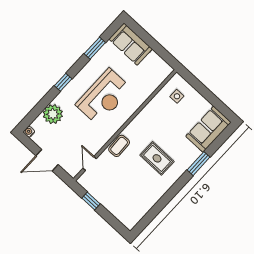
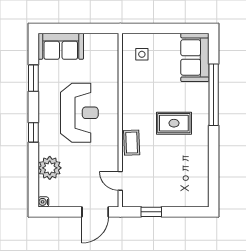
door: (47, 160) -> (95, 212), moved
window: (198, 164) -> (214, 95), width x2.11

